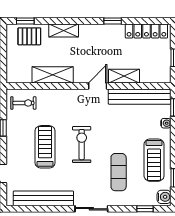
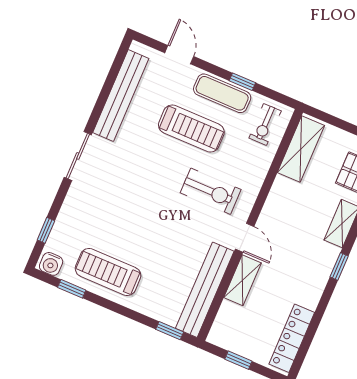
window: (113, 21) -> (339, 266), moved
shelving: (53, 75) -> (301, 149), moved
water cooler: (166, 123) -> (152, 310), removed
exercise bike: (82, 145) -> (211, 191), moved
exercise mat: (119, 172) -> (222, 93), moved

